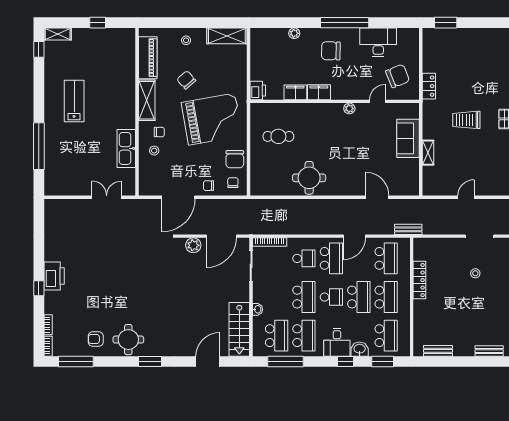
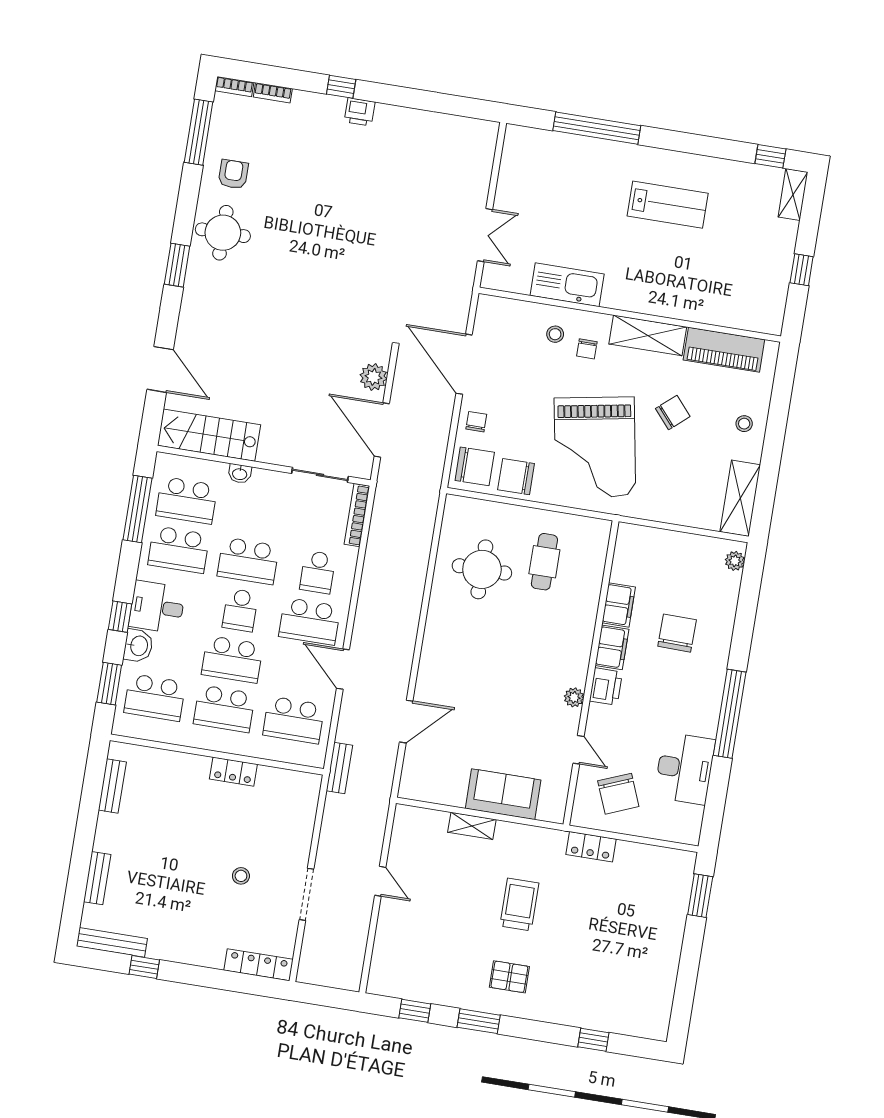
plant: (294, 33) -> (735, 561), moved
chair: (331, 51) -> (677, 633), moved
printer: (258, 90) -> (606, 687), moved, turned -90
round table: (309, 178) -> (482, 569), moved
chair: (233, 183) -> (475, 466), width x1.87, depth x1.87
printer: (54, 276) -> (360, 112), width x0.53, depth x0.68
locker: (419, 280) -> (233, 772), width x0.66

